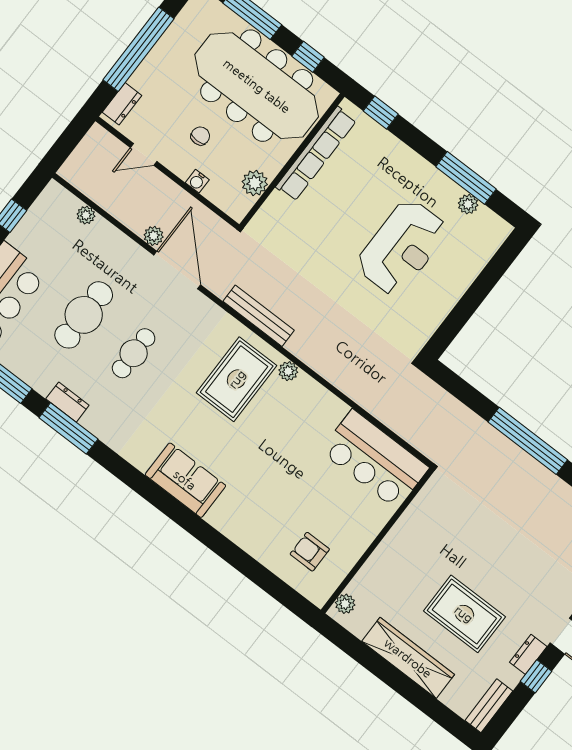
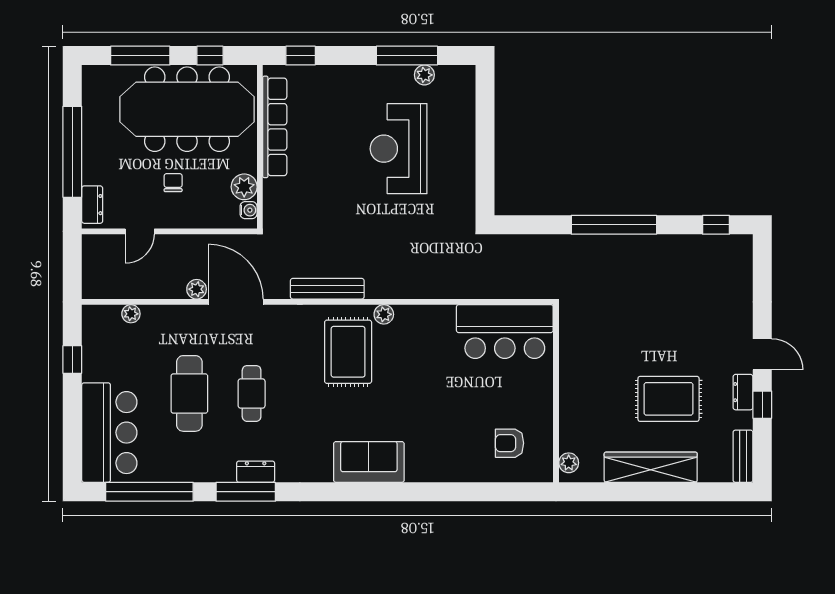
water cooler: (197, 181) -> (249, 210), moved, turned -90
reception desk: (402, 247) -> (399, 149), turned 180
dresser: (67, 402) -> (256, 472), moved

